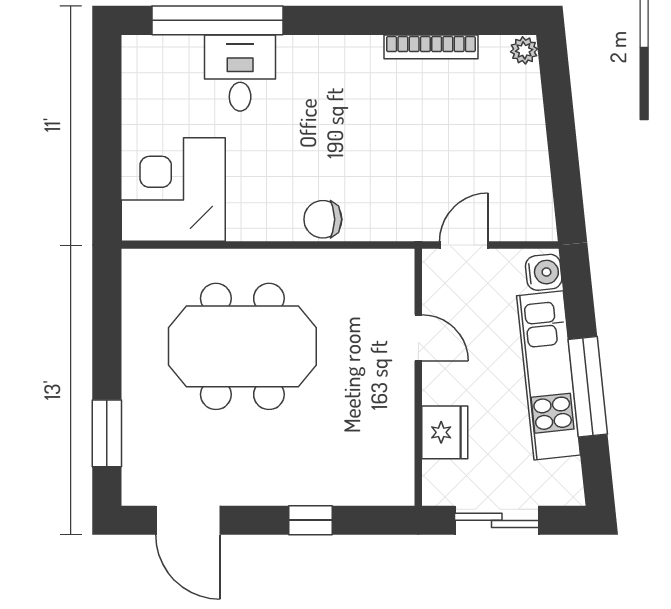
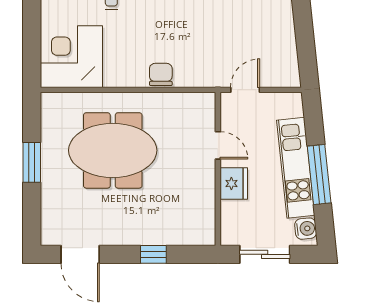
chair: (323, 219) -> (161, 74), turned 90
water cooler: (544, 272) -> (306, 229), moved
fridge: (445, 432) -> (234, 183), moved
window: (107, 433) -> (32, 162), moved

